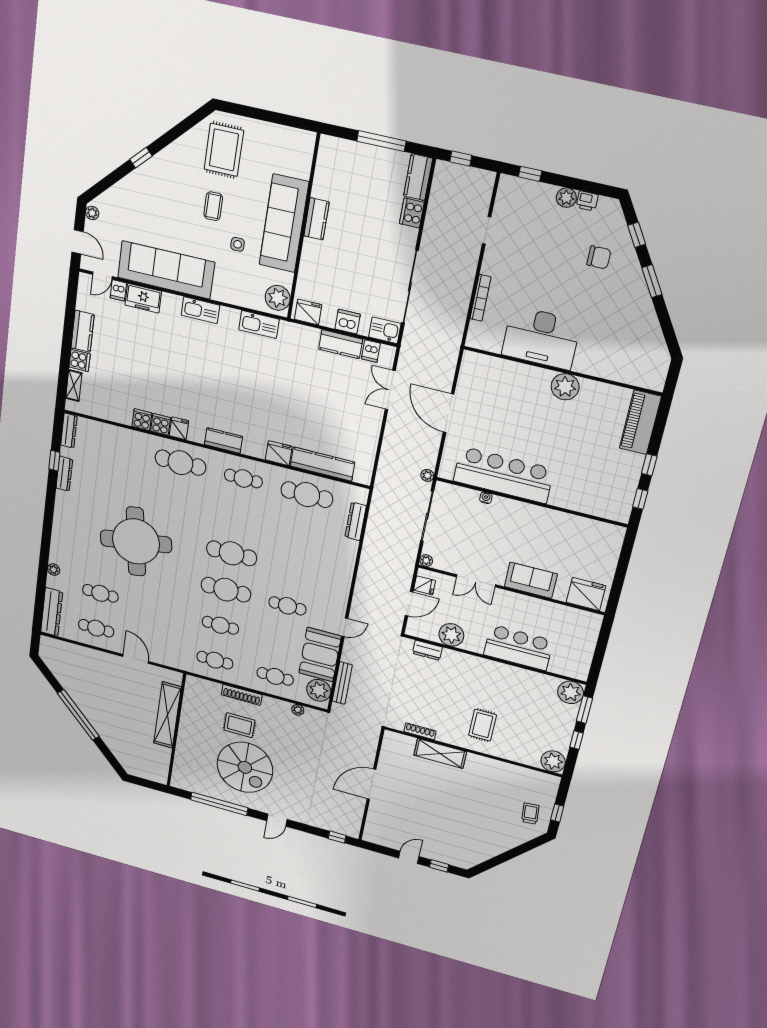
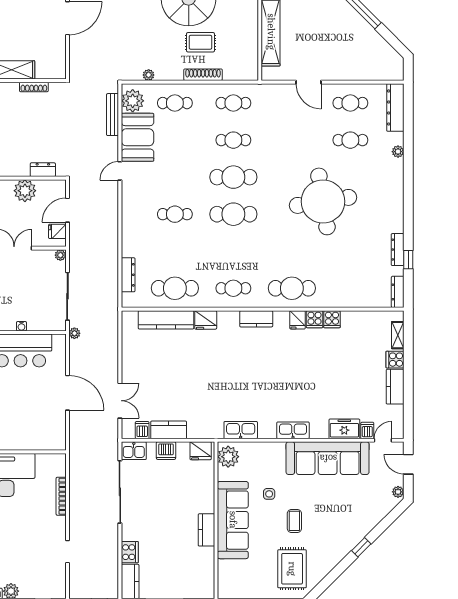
cafe table: (287, 606) -> (175, 214), moved

